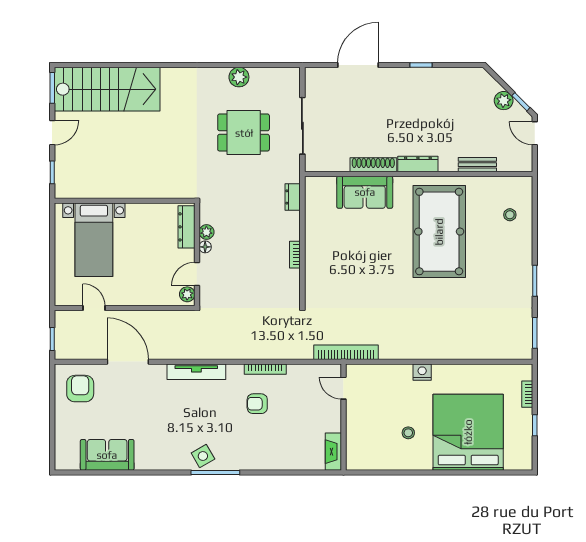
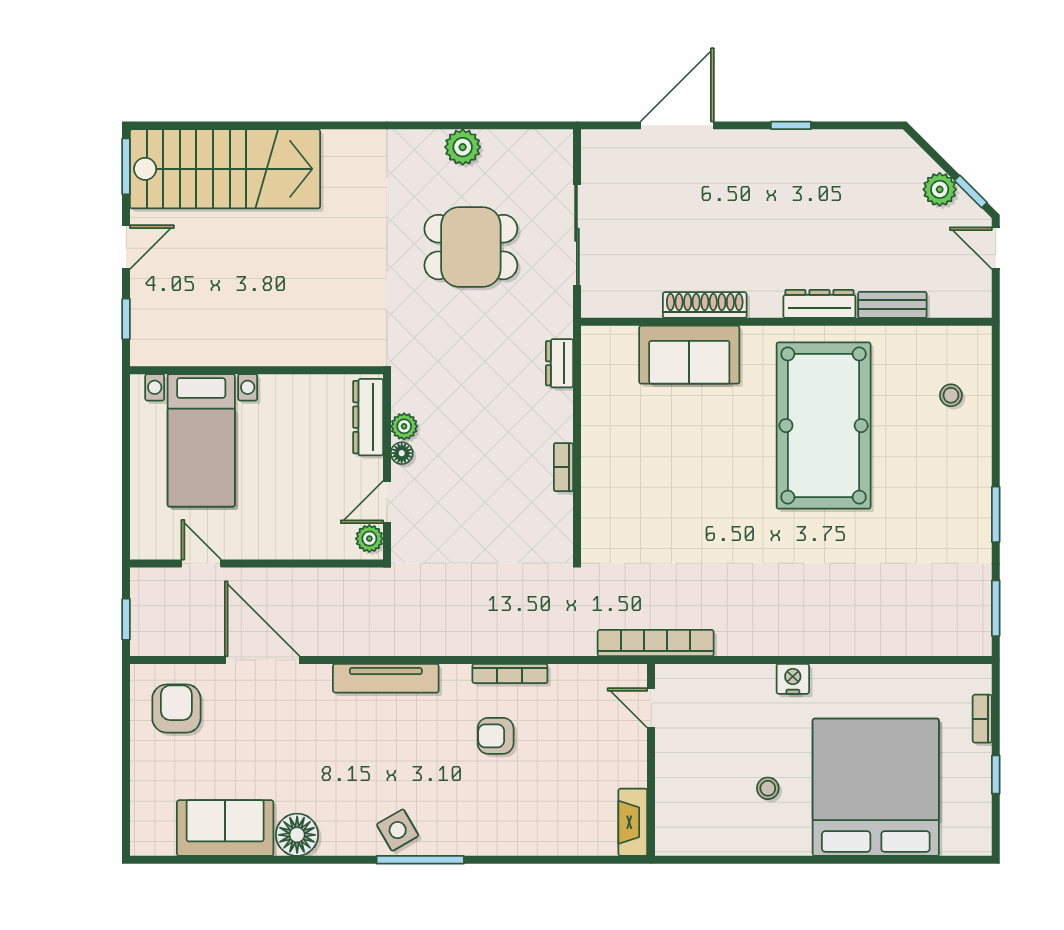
dresser: (418, 164) -> (819, 304), moved
floor lamp: (147, 459) -> (297, 835), added

